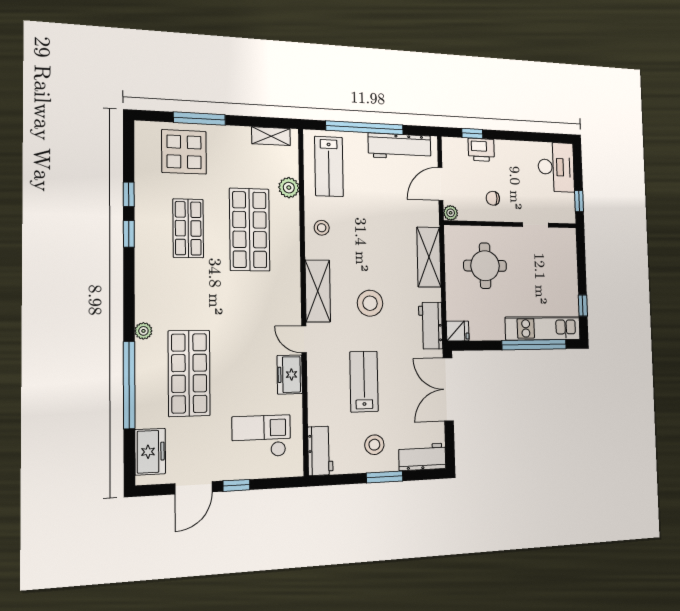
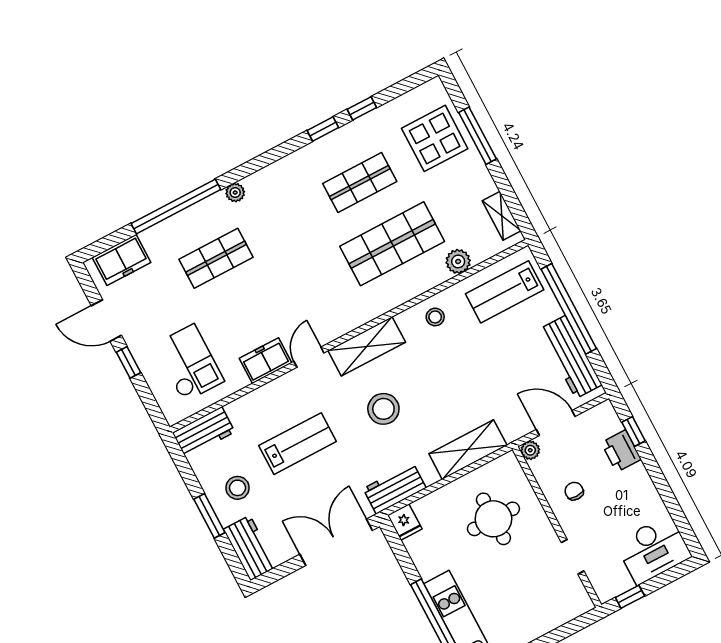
shop shelf: (189, 373) -> (216, 258), width x0.70, depth x0.74

